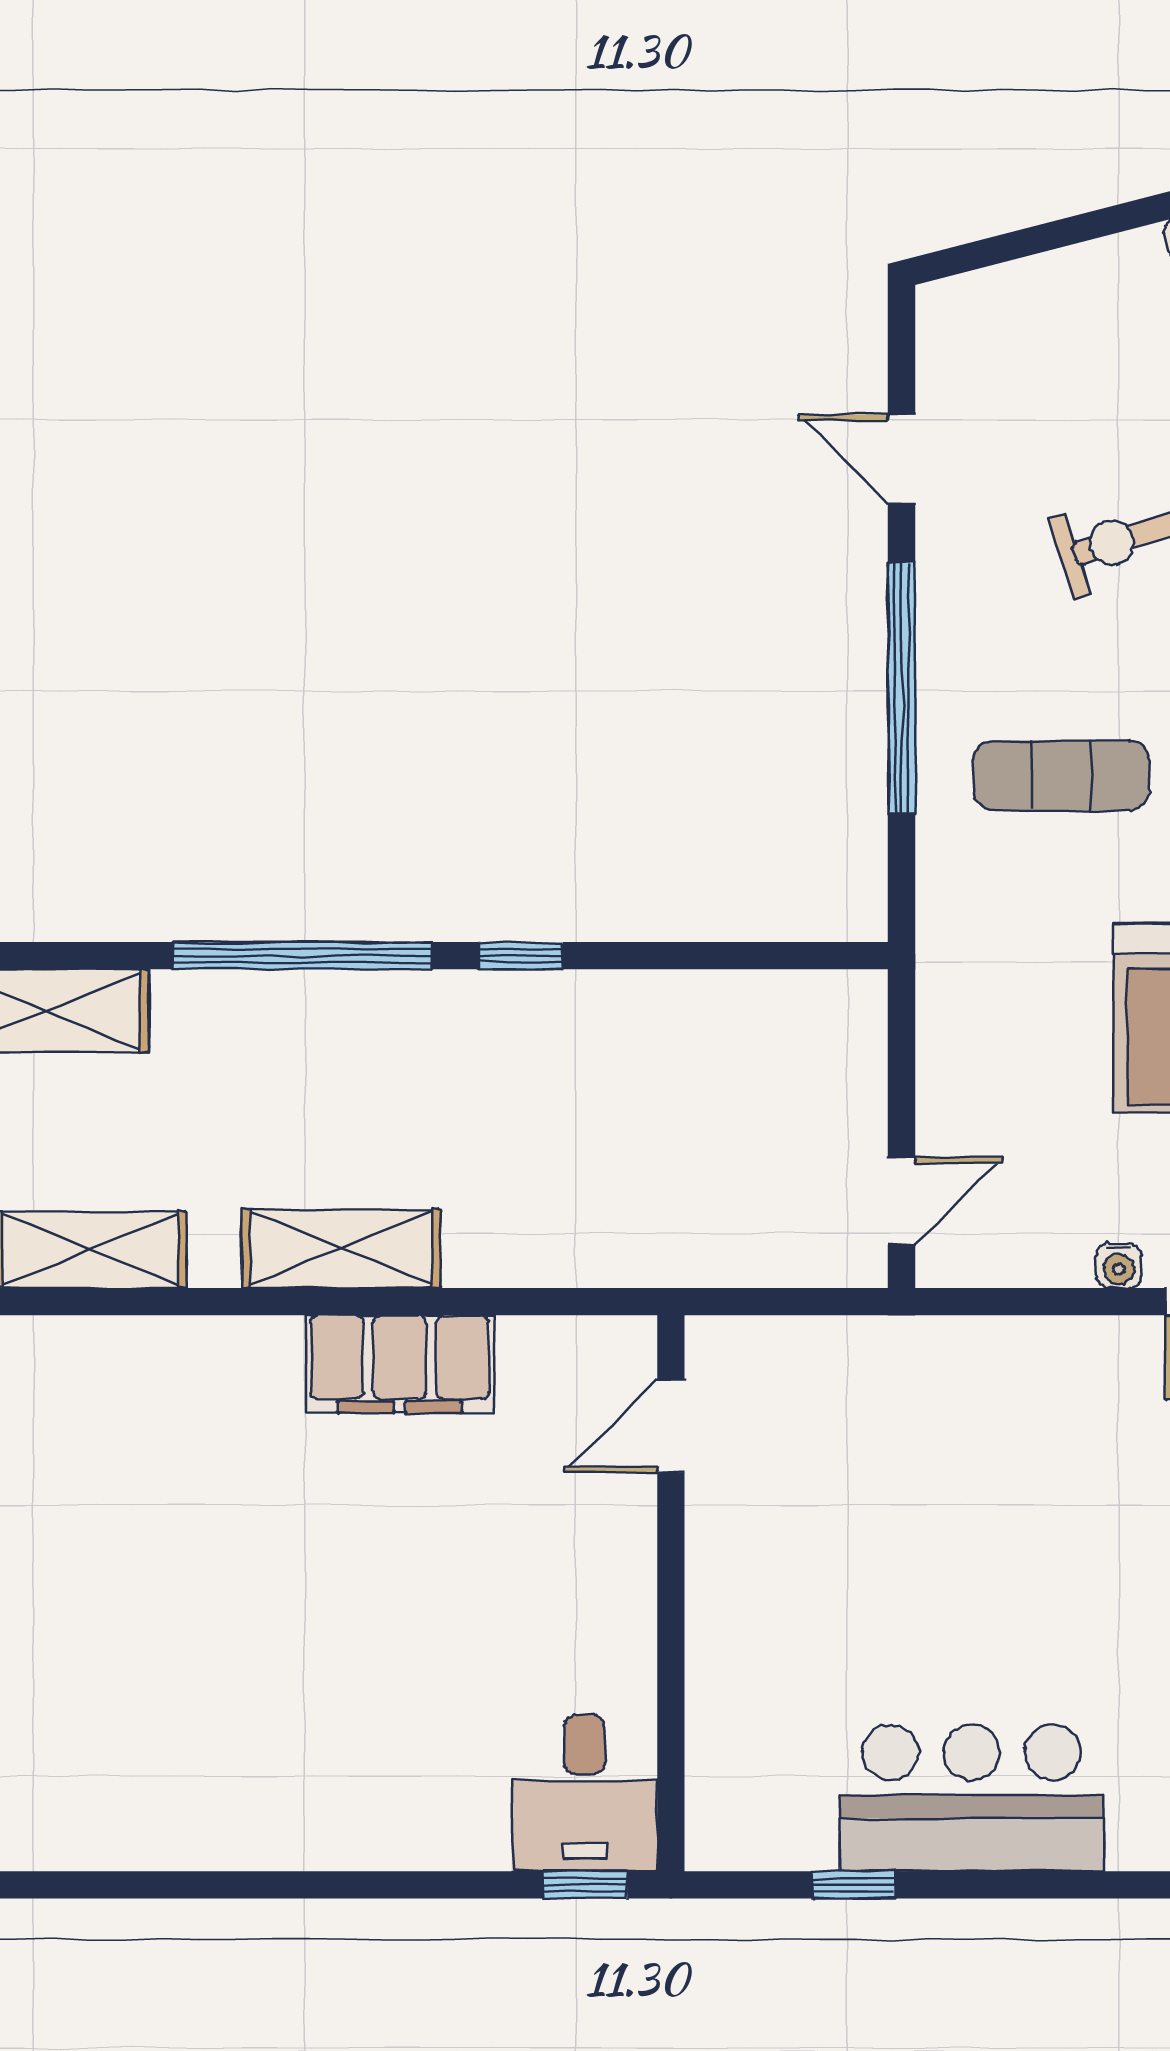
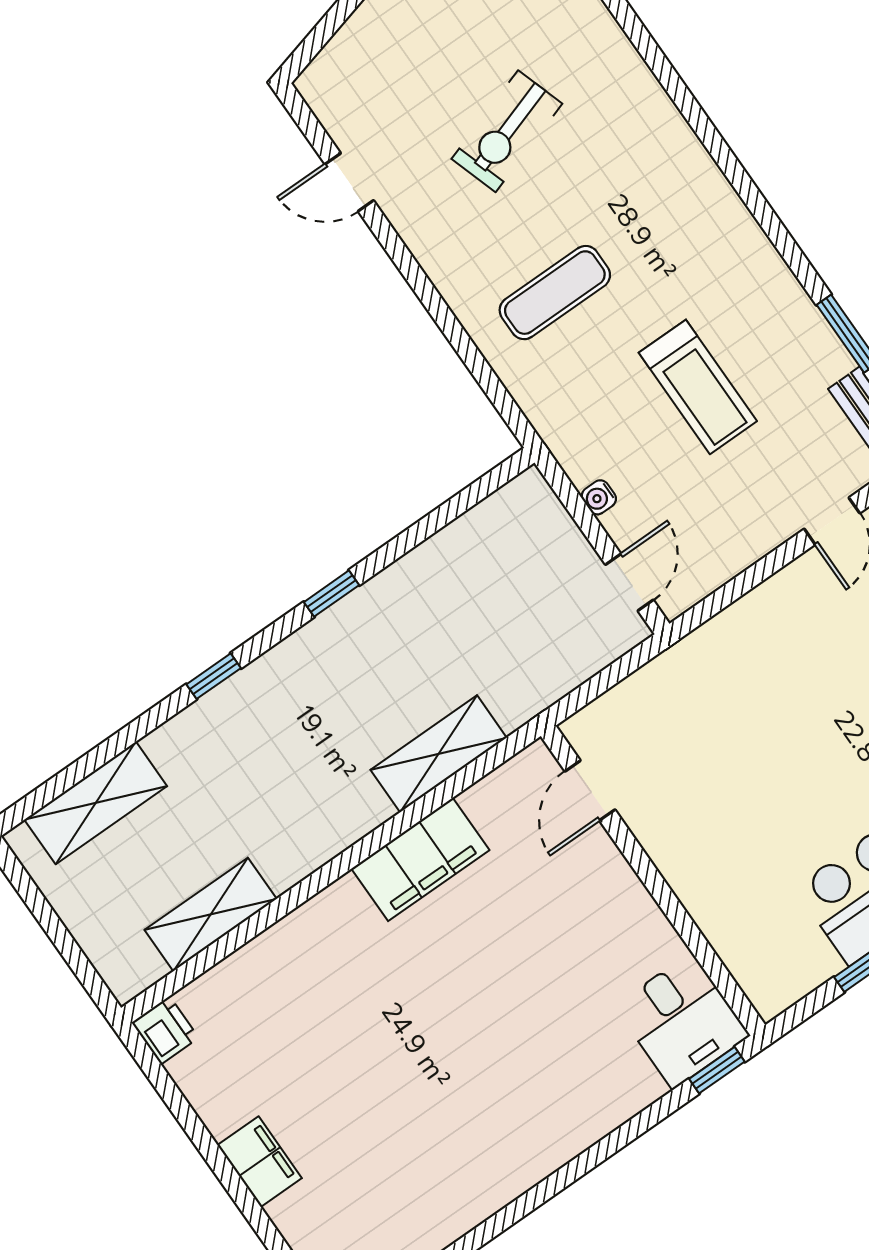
window: (901, 688) -> (436, 306), removed
window: (302, 956) -> (214, 676), width x0.32
shelving: (341, 1248) -> (439, 754), moved
water cooler: (1119, 1266) -> (599, 497), moved, turned 90

